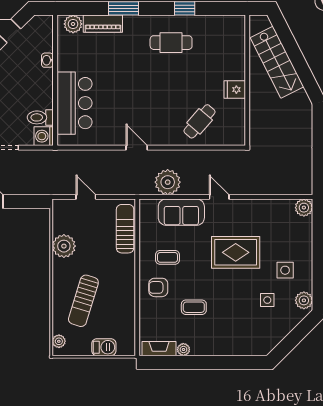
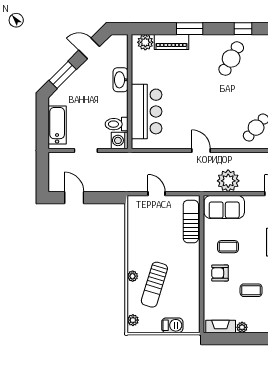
cafe table: (171, 43) -> (231, 59), turned -61
washbasin: (47, 60) -> (121, 80), width x1.91, depth x1.45
sofa: (181, 212) -> (224, 207), moved
plant: (64, 246) -> (133, 276), moved, width x0.53, depth x0.53

